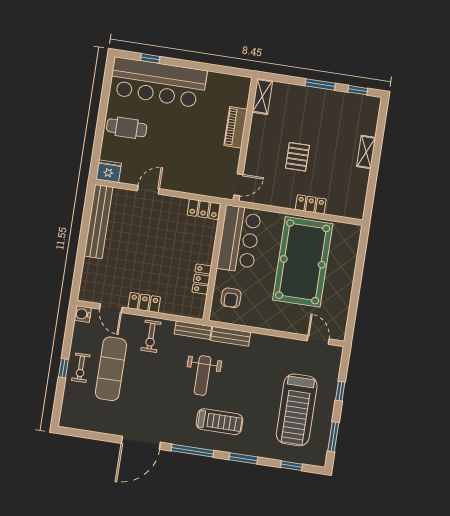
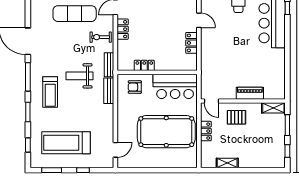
shelving: (262, 96) -> (273, 108), moved
piano: (236, 127) -> (250, 93), moved
wall: (245, 139) -> (243, 101), moved
shelving: (366, 152) -> (227, 163), moved
door: (238, 185) -> (212, 101), moved
locker: (204, 209) -> (191, 43), moved

